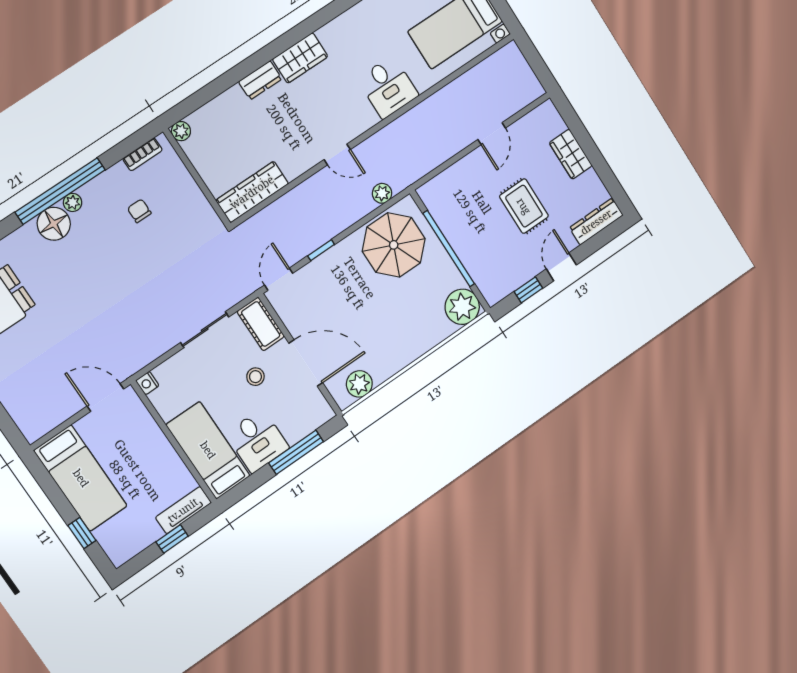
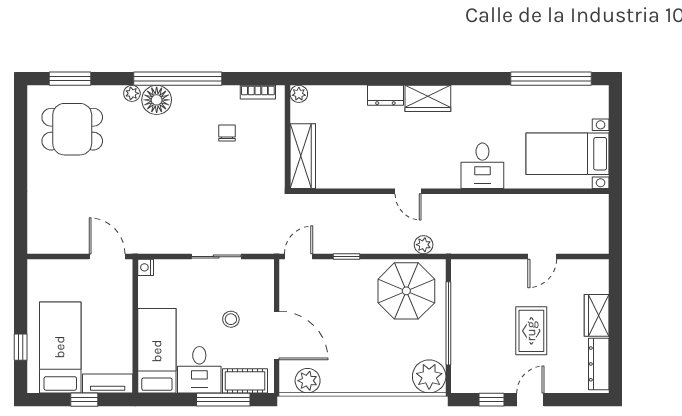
wardrobe: (252, 192) -> (303, 156), moved, turned 90
plant: (73, 202) -> (132, 93), moved
dresser: (596, 222) -> (599, 364), moved, turned -90
cot: (261, 324) -> (245, 381), moved, turned 90
bed: (81, 478) -> (60, 347), moved, turned 180

